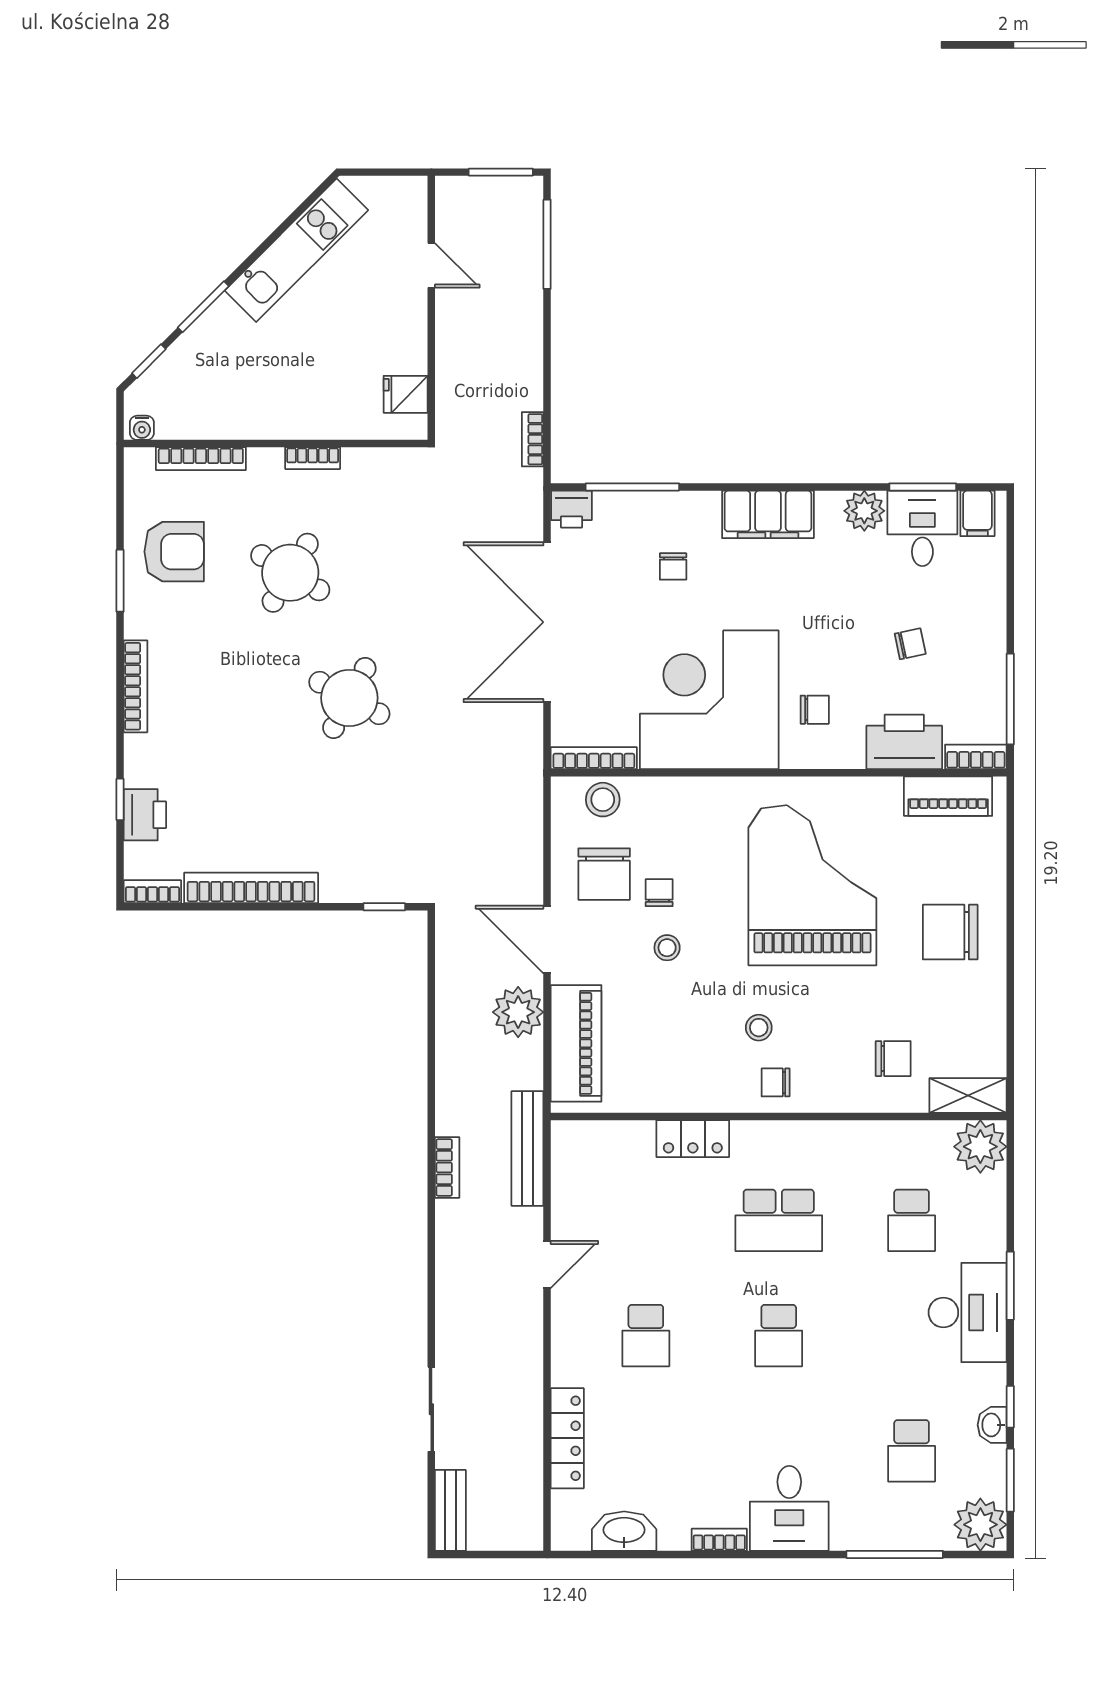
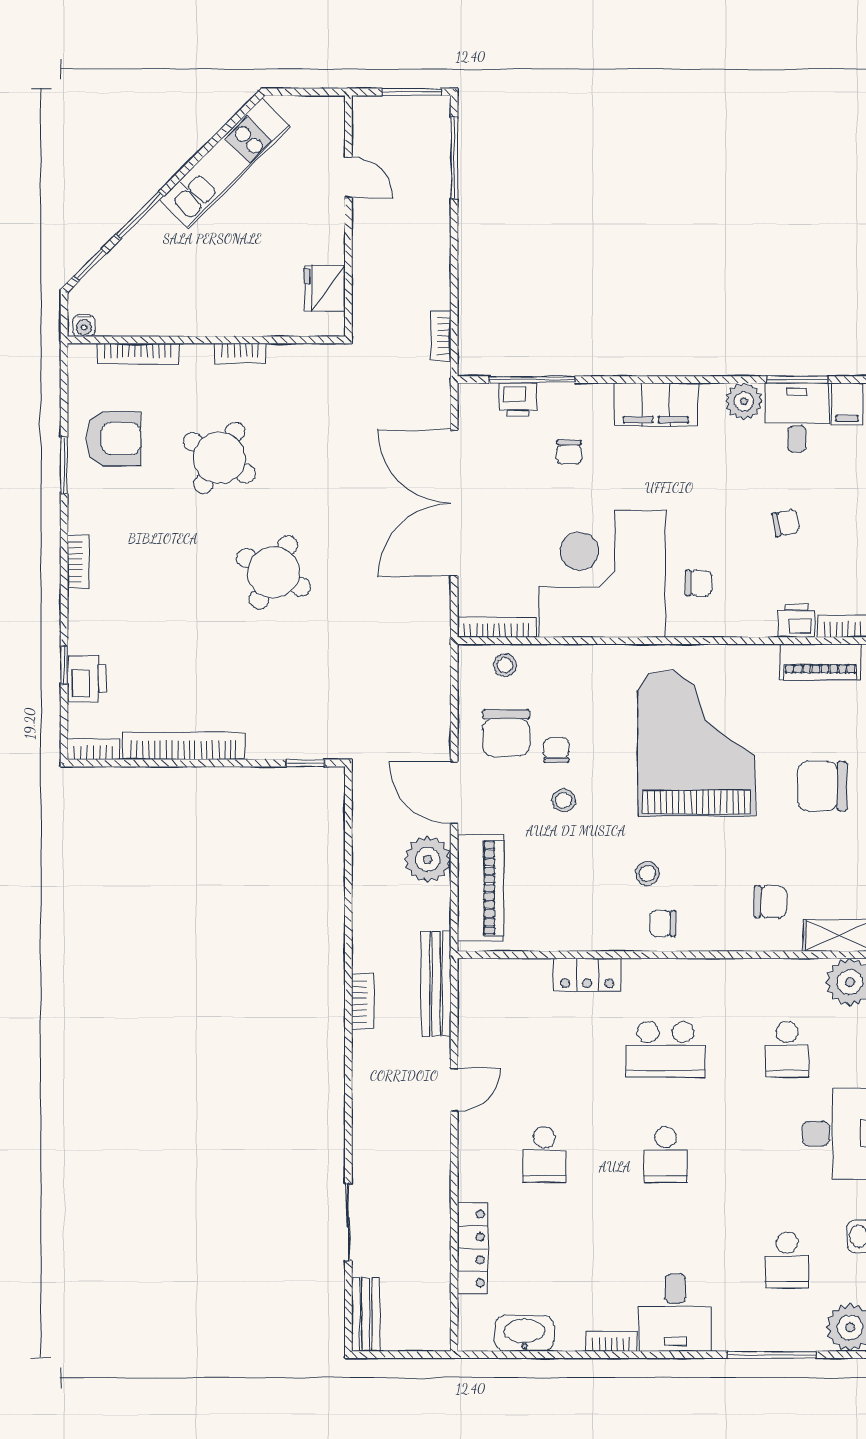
fridge: (406, 394) -> (325, 288), width x1.38
printer: (571, 509) -> (518, 400), moved
bookcase: (136, 686) -> (78, 562), width x0.64
printer: (904, 742) -> (796, 621), width x0.53, depth x0.68
stool: (603, 800) -> (505, 665), width x0.73, depth x0.73

